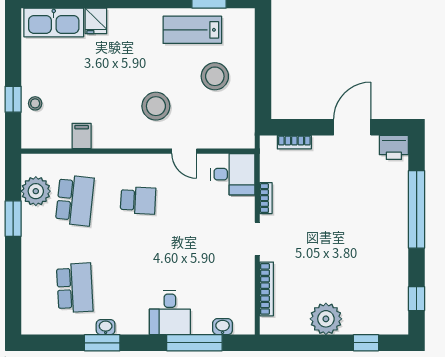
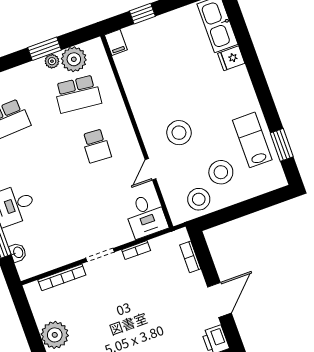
stool: (35, 103) -> (199, 199), moved, width x1.89, depth x1.89
door: (352, 127) -> (220, 300), hinge flipped
filing cabinet: (82, 136) -> (116, 42), moved, turned 90
plant: (29, 215) -> (52, 61), added

